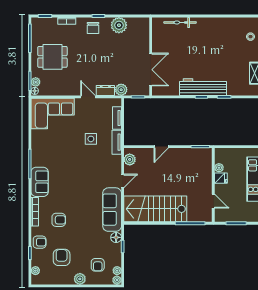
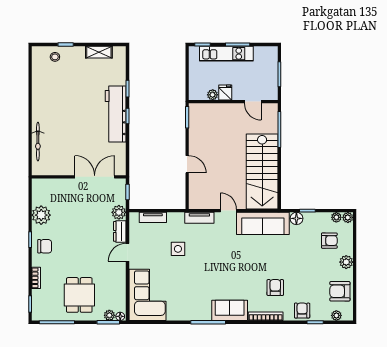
tv unit: (117, 142) -> (199, 218), moved
plant: (130, 159) -> (203, 202), removed
door: (213, 201) -> (253, 102), swing flipped
armchair: (62, 257) -> (340, 291), moved

